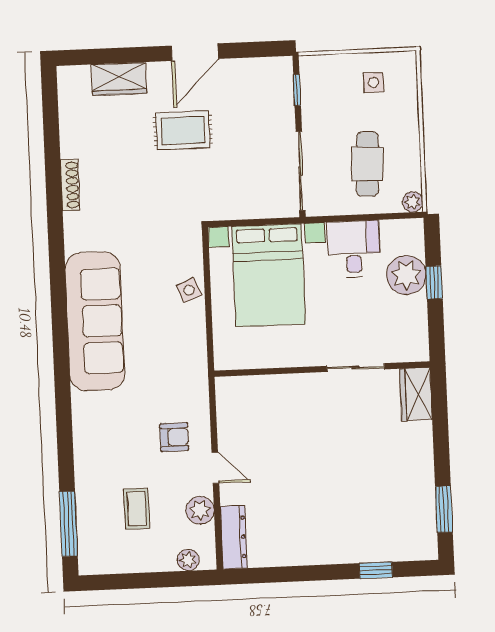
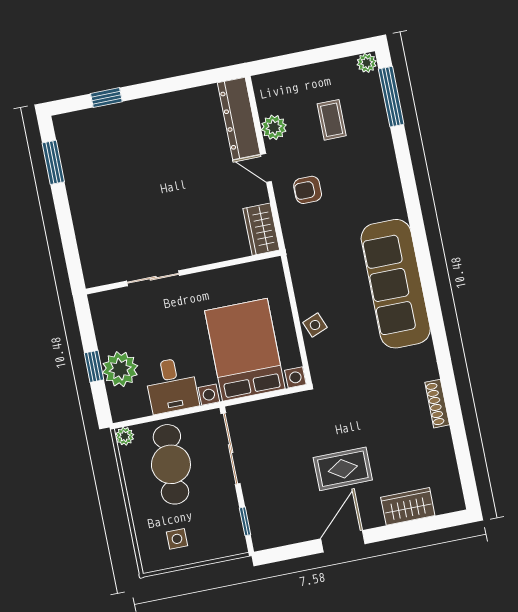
cafe table: (367, 164) -> (171, 464), width x1.37, depth x1.35
wardrobe: (416, 394) -> (261, 229), moved, turned 180
dresser: (234, 537) -> (239, 118), width x1.37, depth x1.24
plant: (188, 560) -> (367, 63), moved

